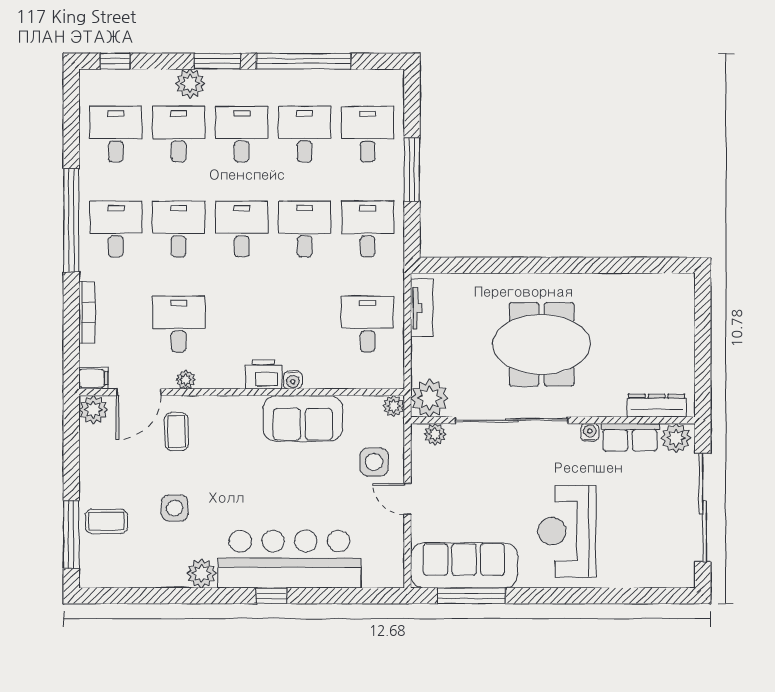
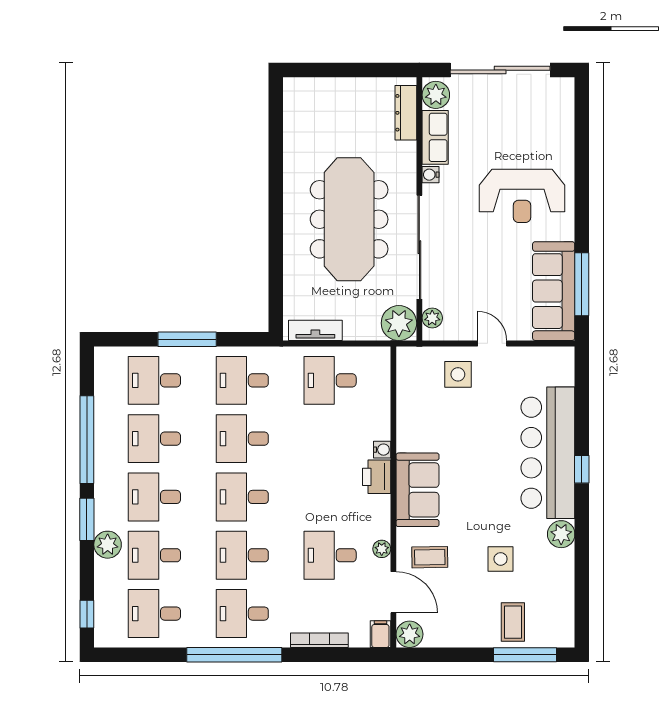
meeting table: (542, 344) -> (349, 219), width x1.36
plant: (394, 406) -> (406, 356), removed
sofa: (303, 418) -> (418, 490), moved
door: (407, 499) -> (492, 343), swing flipped

